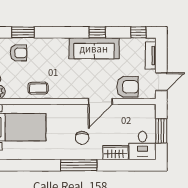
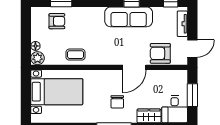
armchair: (127, 87) -> (160, 53), turned 180

